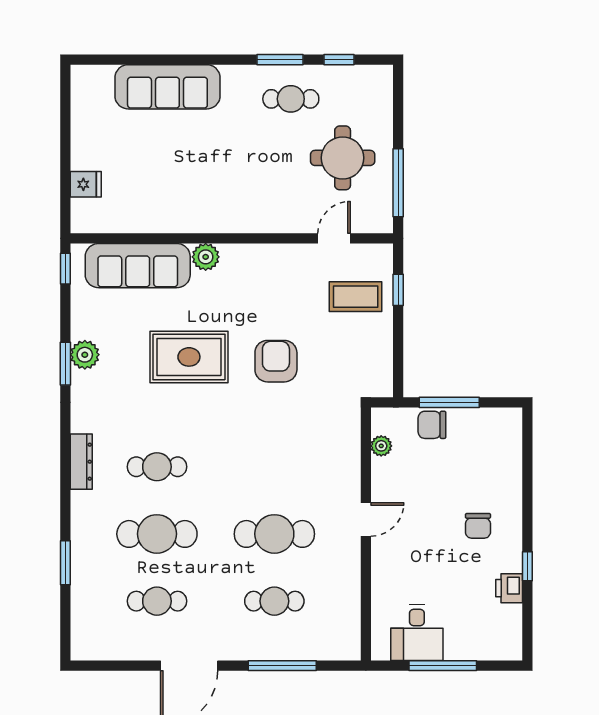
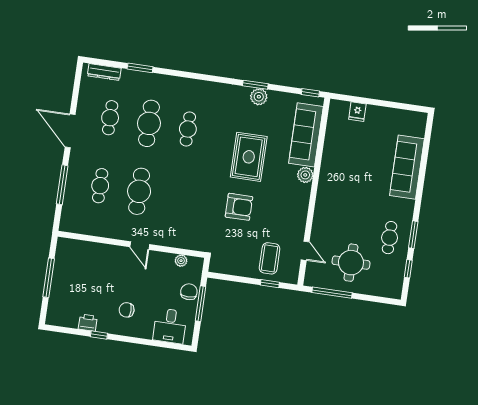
dresser: (81, 462) -> (104, 72), moved
desk: (417, 633) -> (170, 326), moved, turned -90

